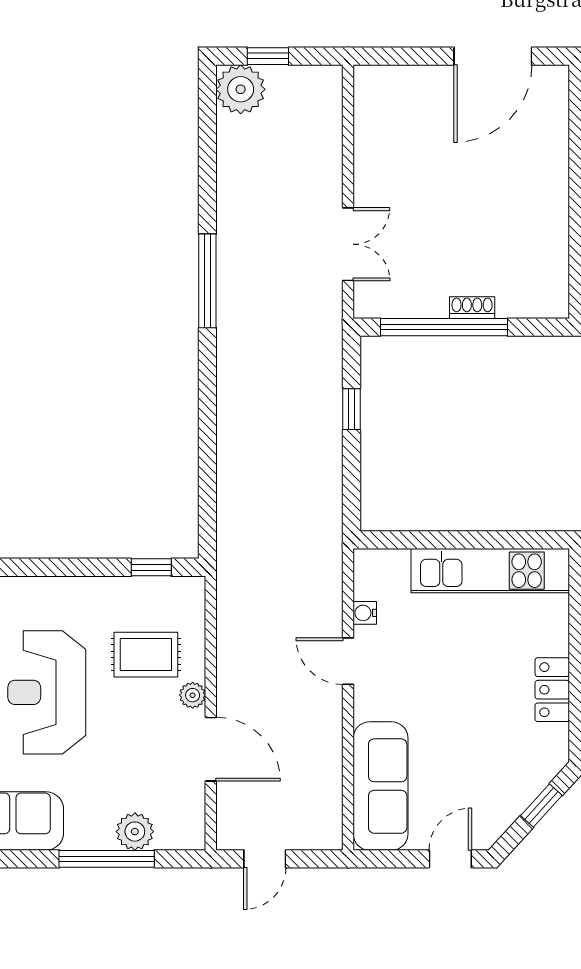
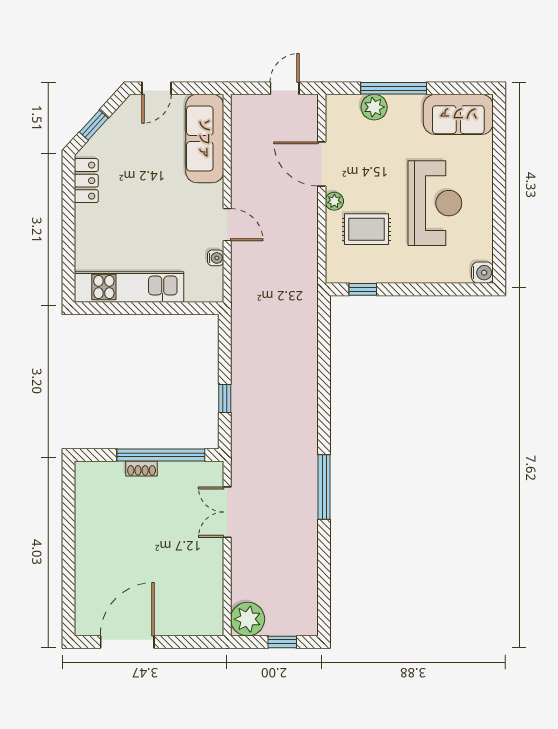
plant: (241, 89) -> (248, 619), moved
locker: (552, 690) -> (86, 181), moved

